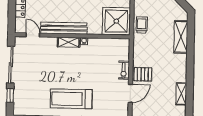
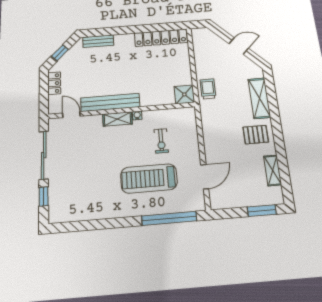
shower: (116, 21) -> (184, 94), width x0.54, depth x0.54
exercise bike: (124, 70) -> (161, 141), moved
pallet: (143, 74) -> (256, 135), moved
treadmill: (71, 99) -> (149, 178), moved

